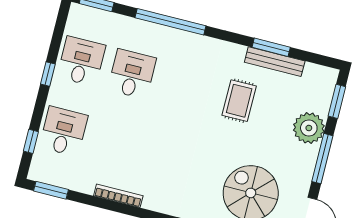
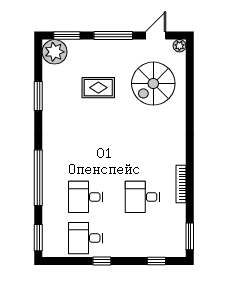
bench: (275, 62) -> (49, 91), removed
rug: (239, 101) -> (98, 88), moved
plant: (309, 128) -> (55, 52), moved
desk: (64, 131) -> (142, 197), moved

